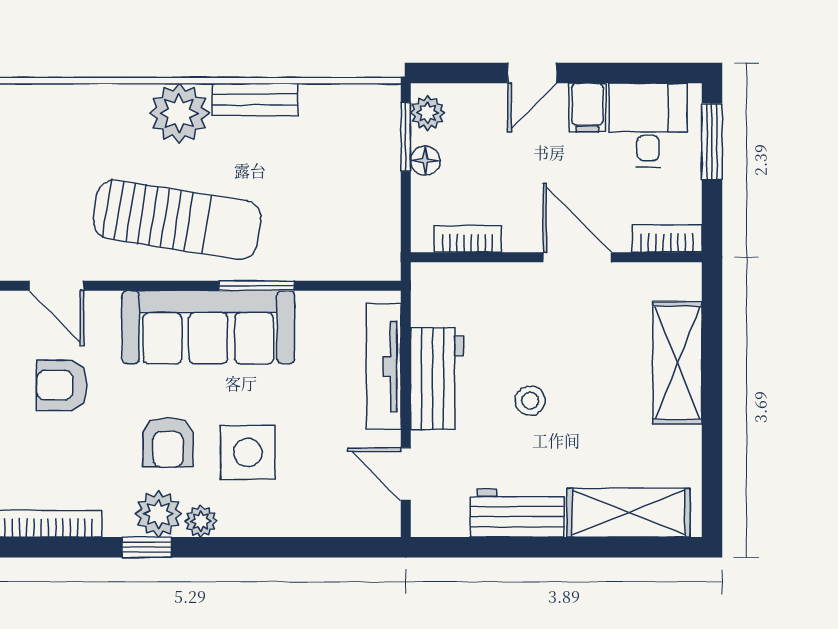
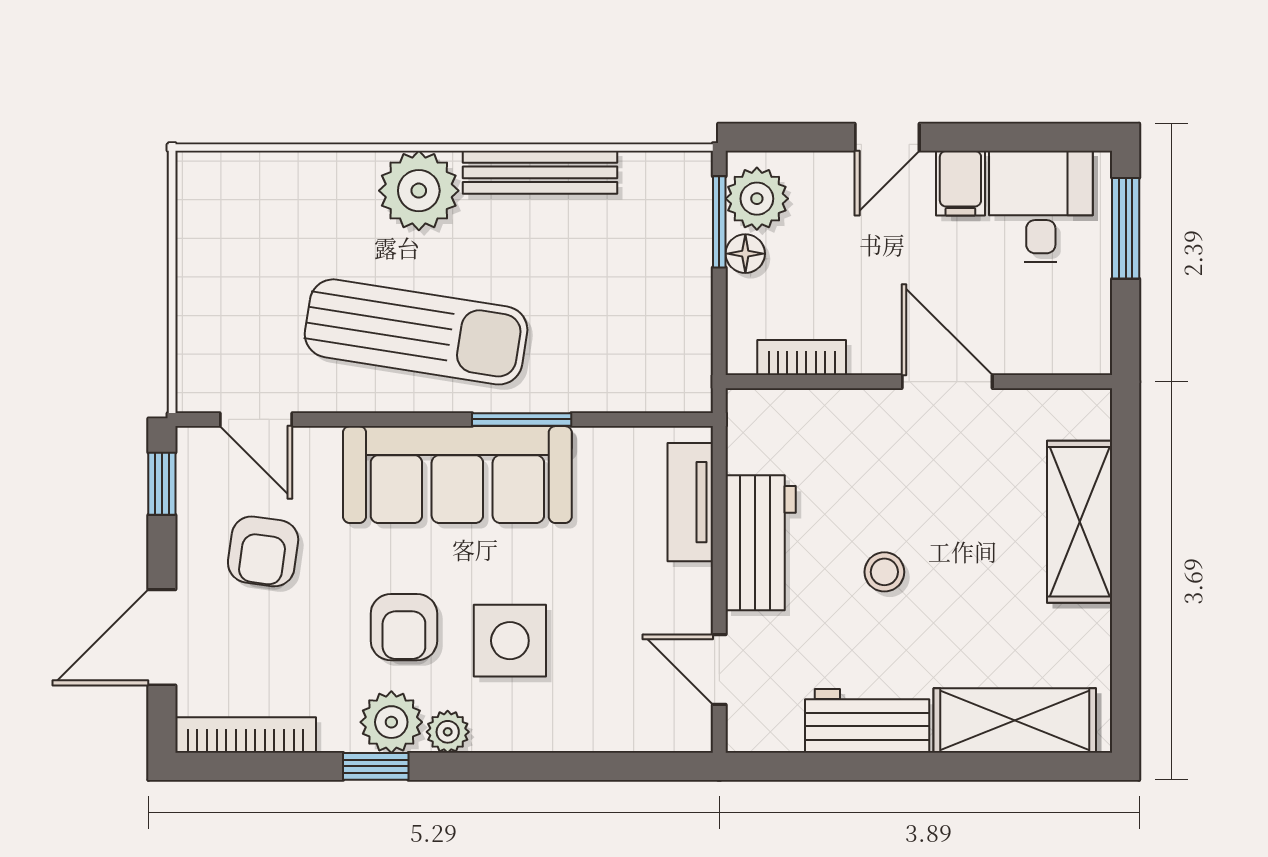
bench: (255, 99) -> (540, 172), width x1.36
plant: (428, 113) -> (757, 199), width x1.38, depth x1.38
bookcase: (667, 238) -> (1066, 357), removed
tv unit: (384, 366) -> (690, 502), width x0.71
armchair: (62, 385) -> (263, 551), turned -82

